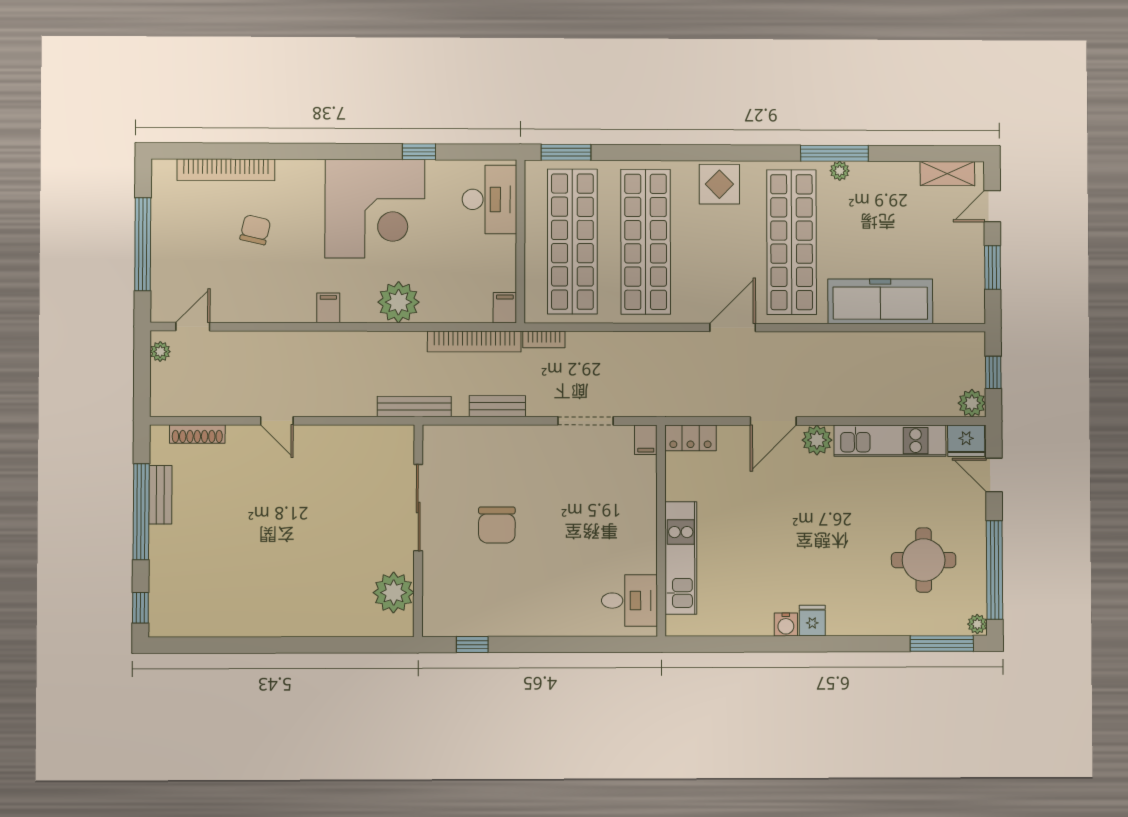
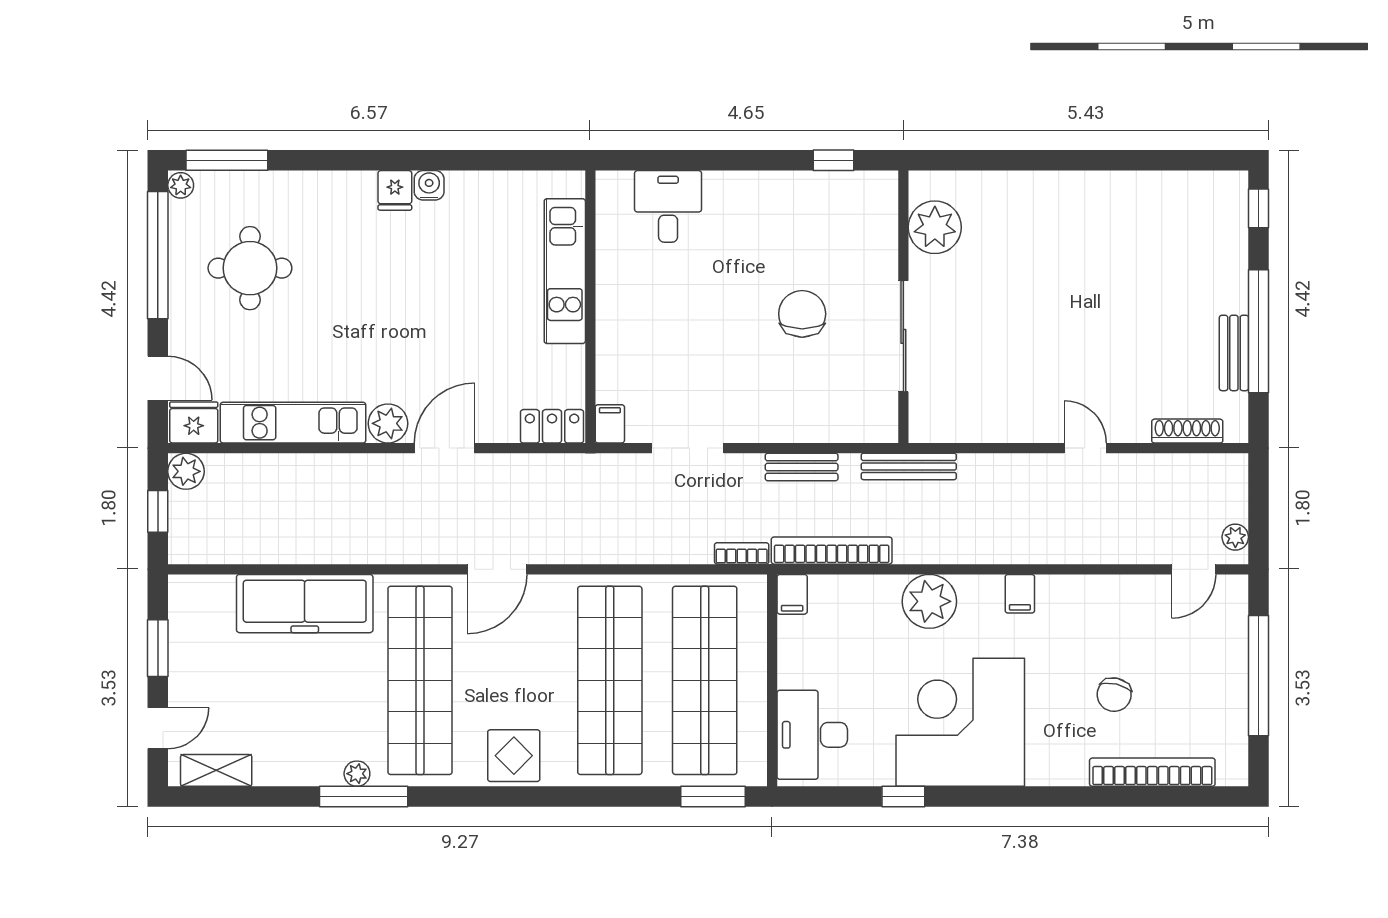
desk: (629, 601) -> (668, 206), moved, turned 90

